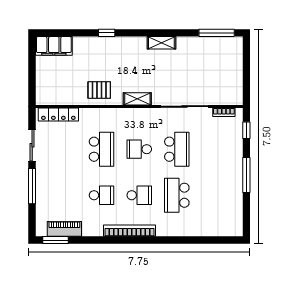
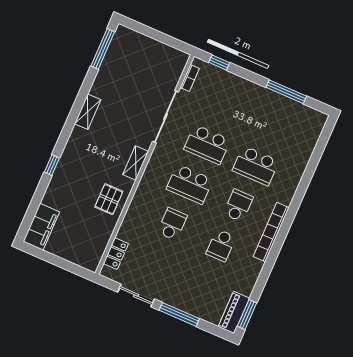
locker: (58, 115) -> (116, 254), width x0.66
school desk: (102, 149) -> (172, 224), width x0.54
school desk: (139, 149) -> (190, 184), width x1.85
school desk: (177, 149) -> (207, 144), turned 180
window: (246, 175) -> (286, 92), moved
school desk: (102, 195) -> (221, 245), turned 180
piano: (64, 229) -> (234, 312), moved

